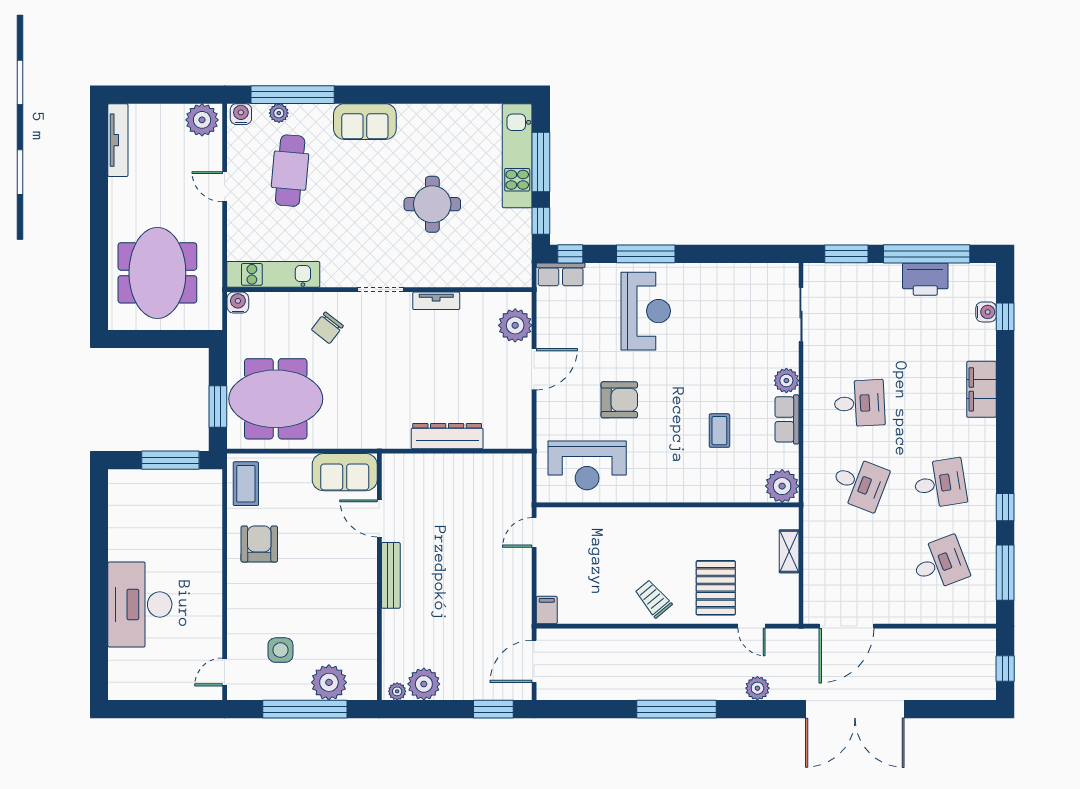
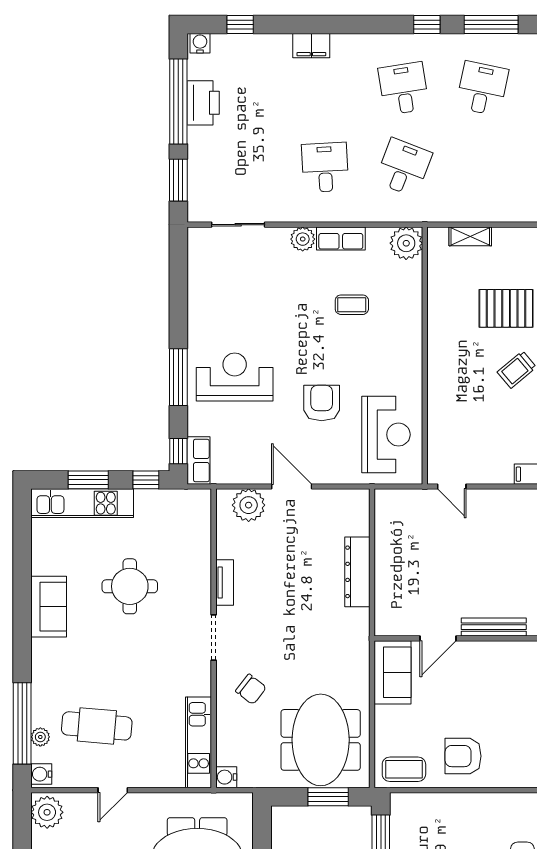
sofa: (365, 122) -> (49, 607), moved
window: (541, 162) -> (88, 480), width x0.69
water cooler: (986, 312) -> (200, 43), moved
filing cabinet: (982, 389) -> (311, 46), width x0.67, depth x0.86
desk: (940, 564) -> (482, 88), turned 33

